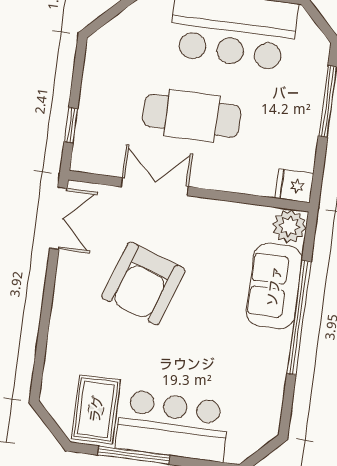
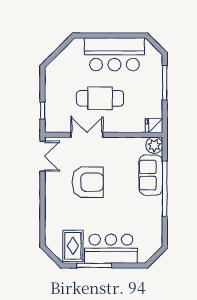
armchair: (143, 283) -> (88, 182), turned -109

